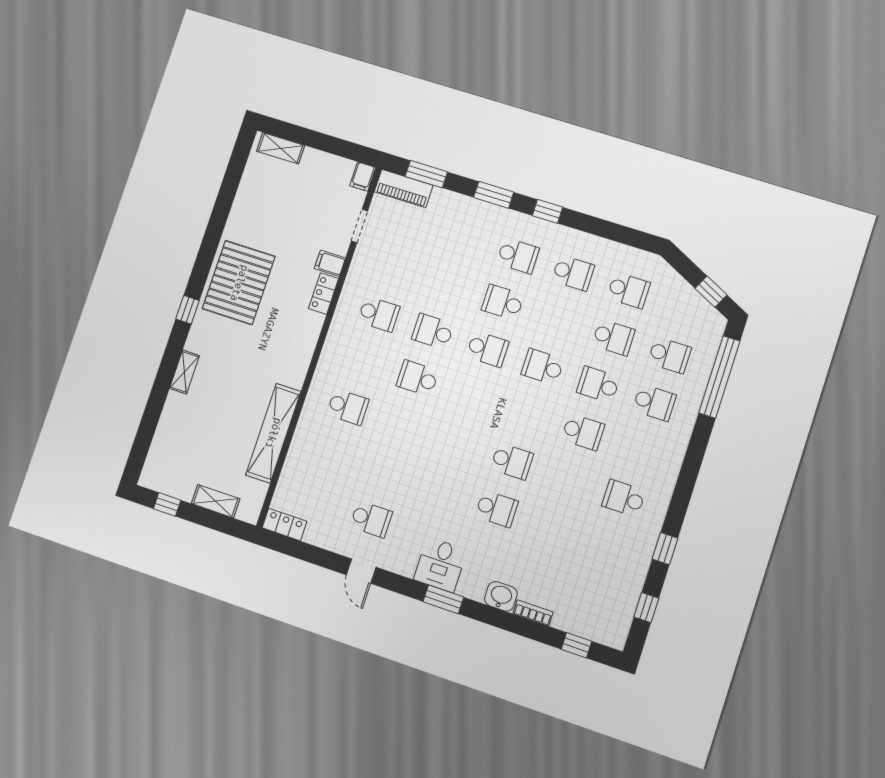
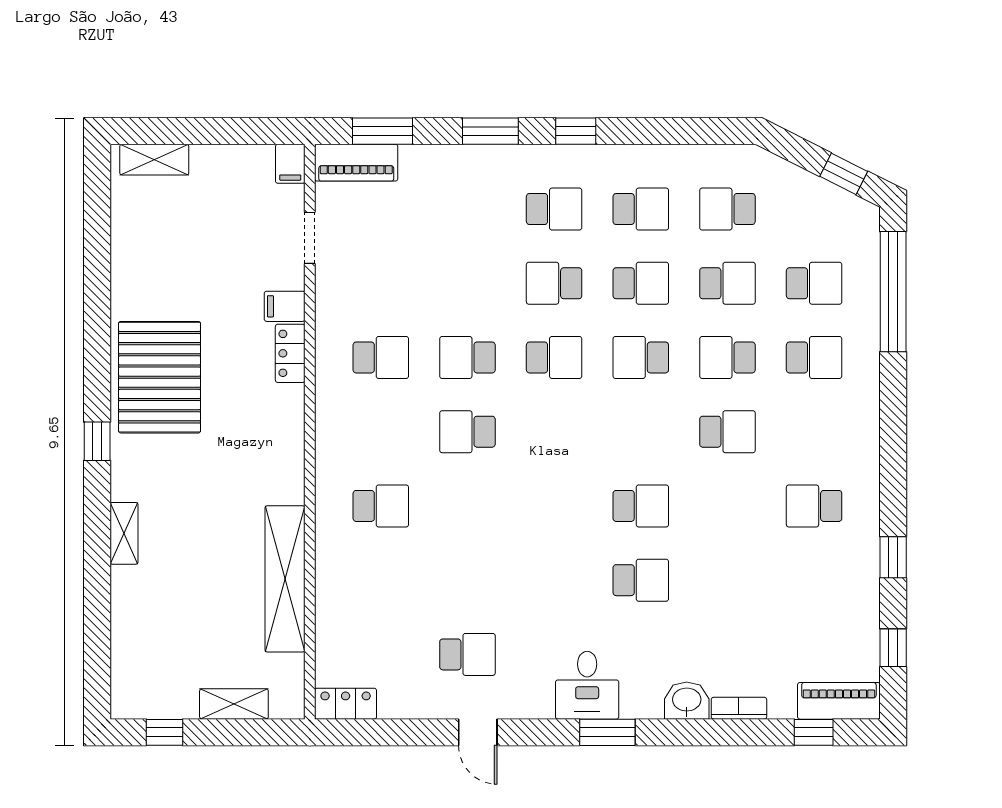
school desk: (628, 290) -> (727, 209), turned 180
school desk: (558, 320) -> (641, 283), added
piano: (600, 630) -> (839, 701), added

